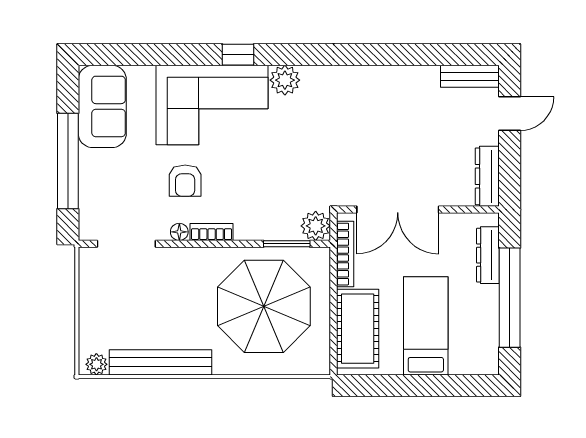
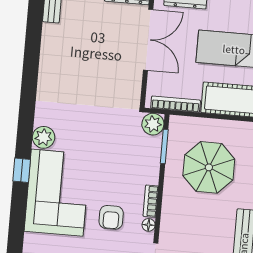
armchair: (185, 181) -> (111, 217), turned 90
double door: (398, 210) -> (148, 40), moved
parasol: (264, 306) -> (209, 167), width x0.73, depth x0.73

